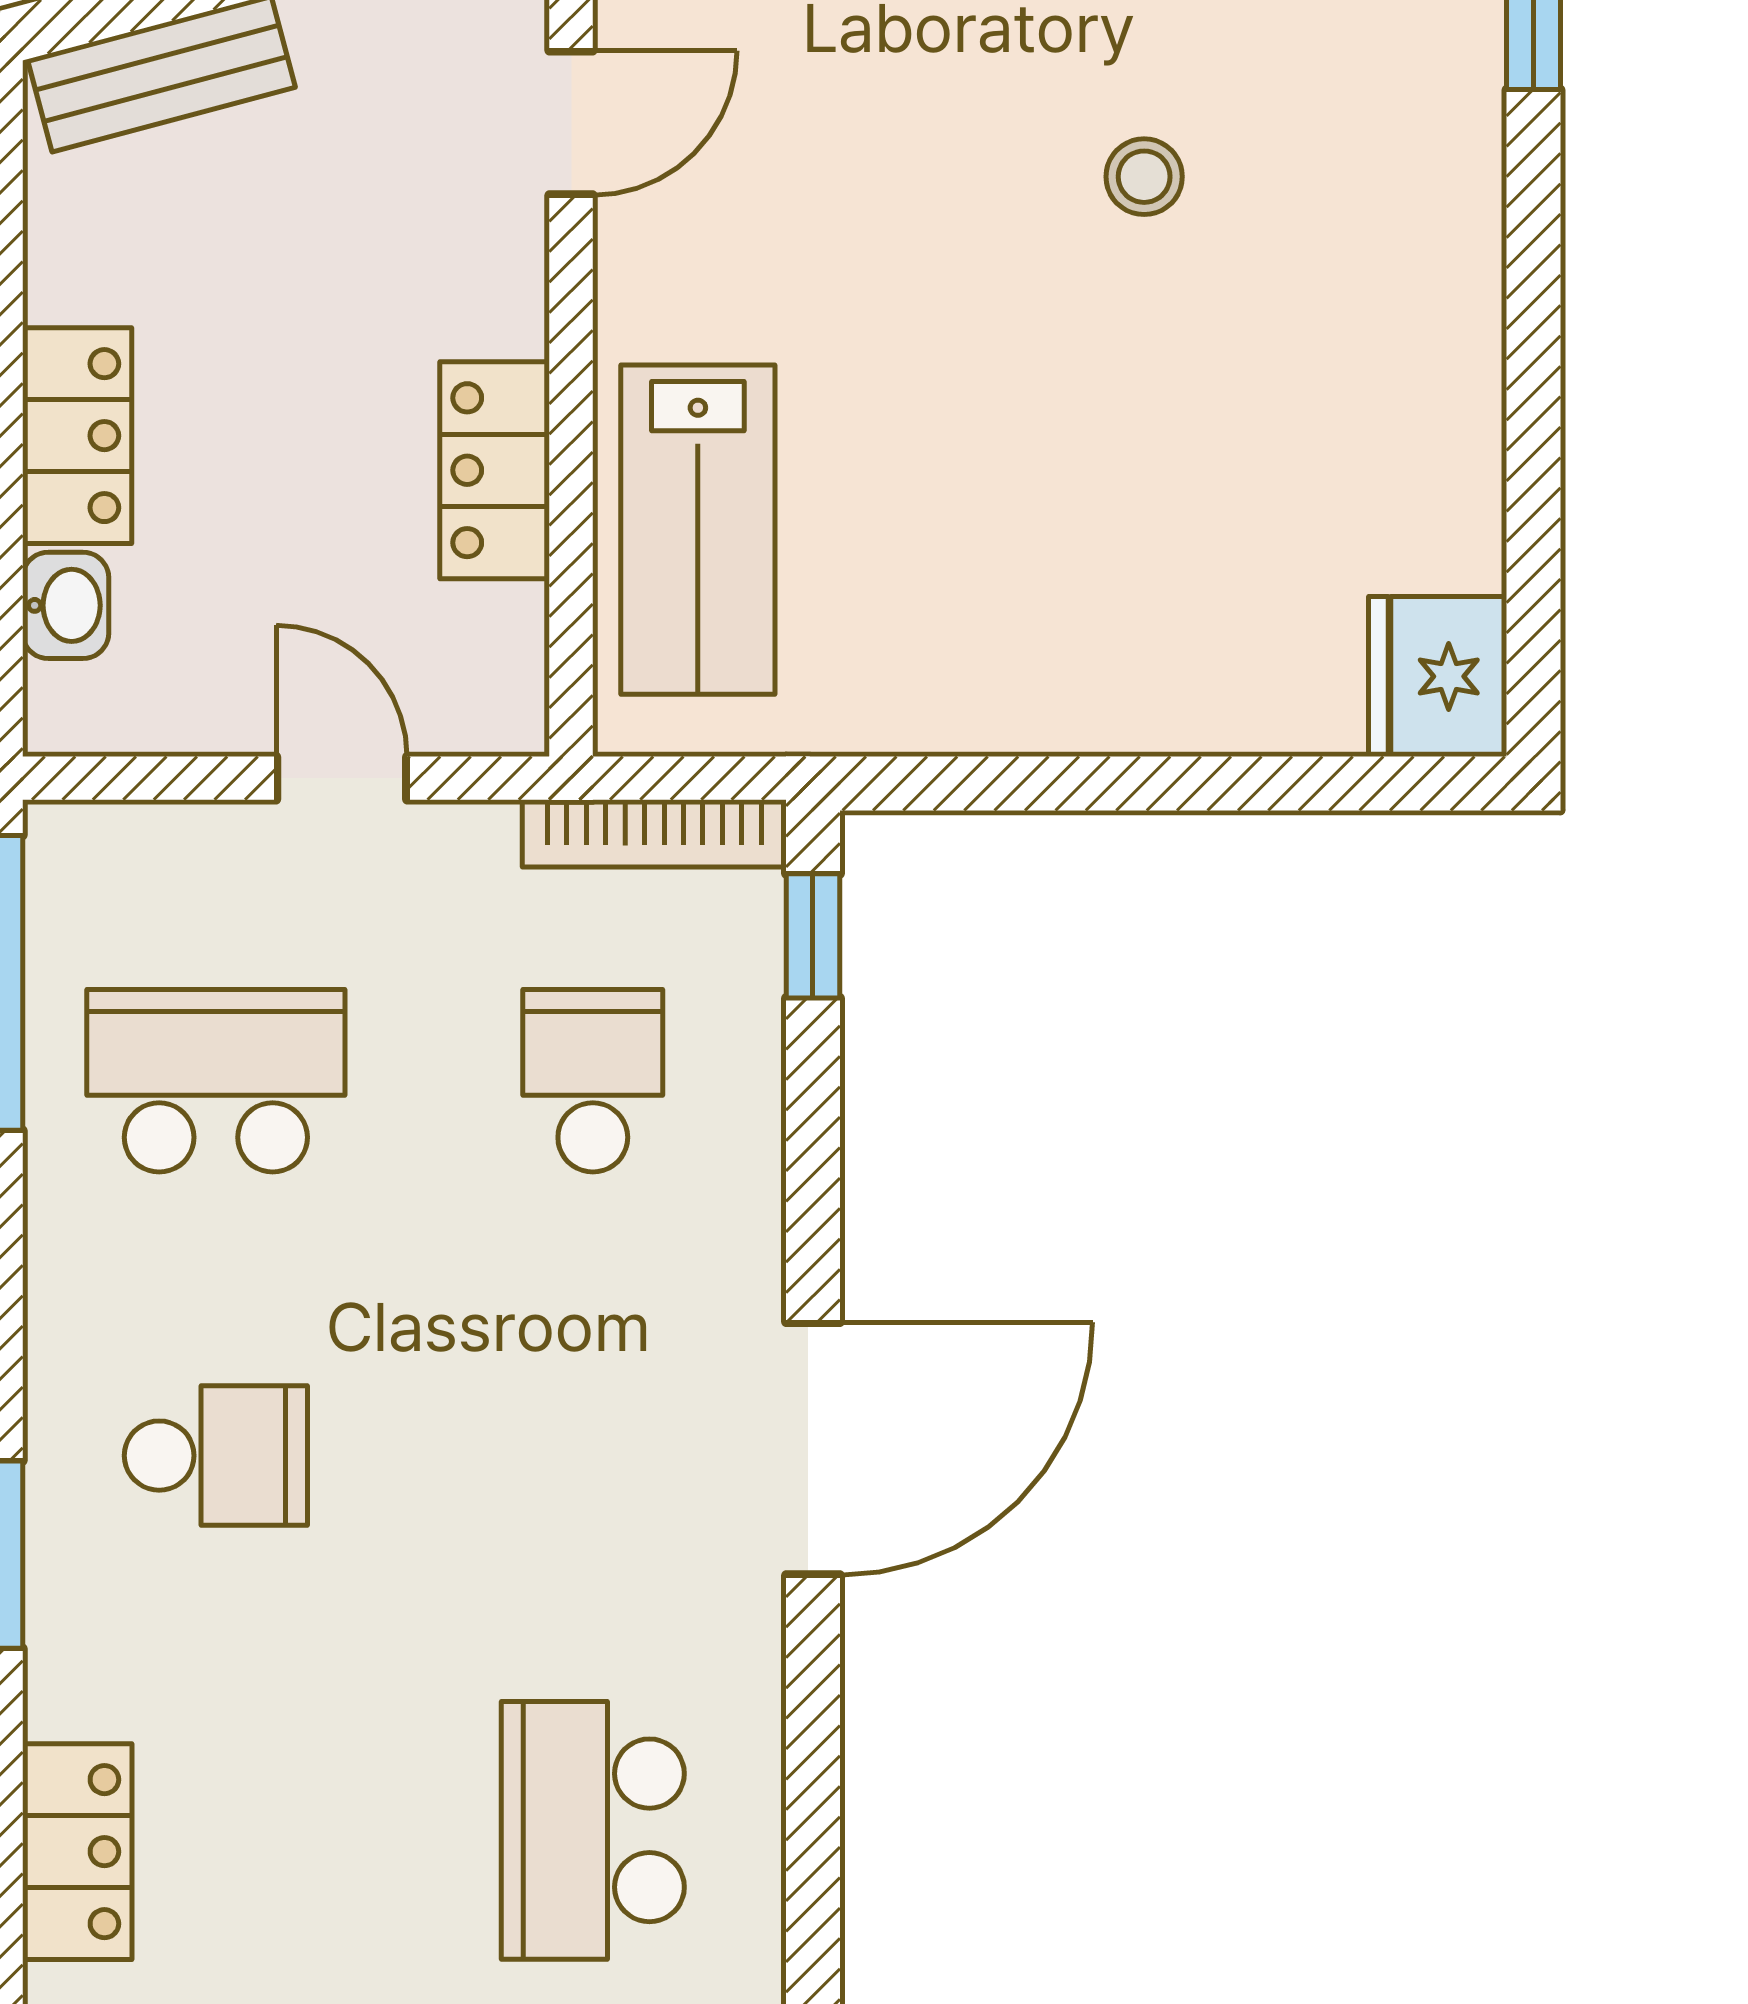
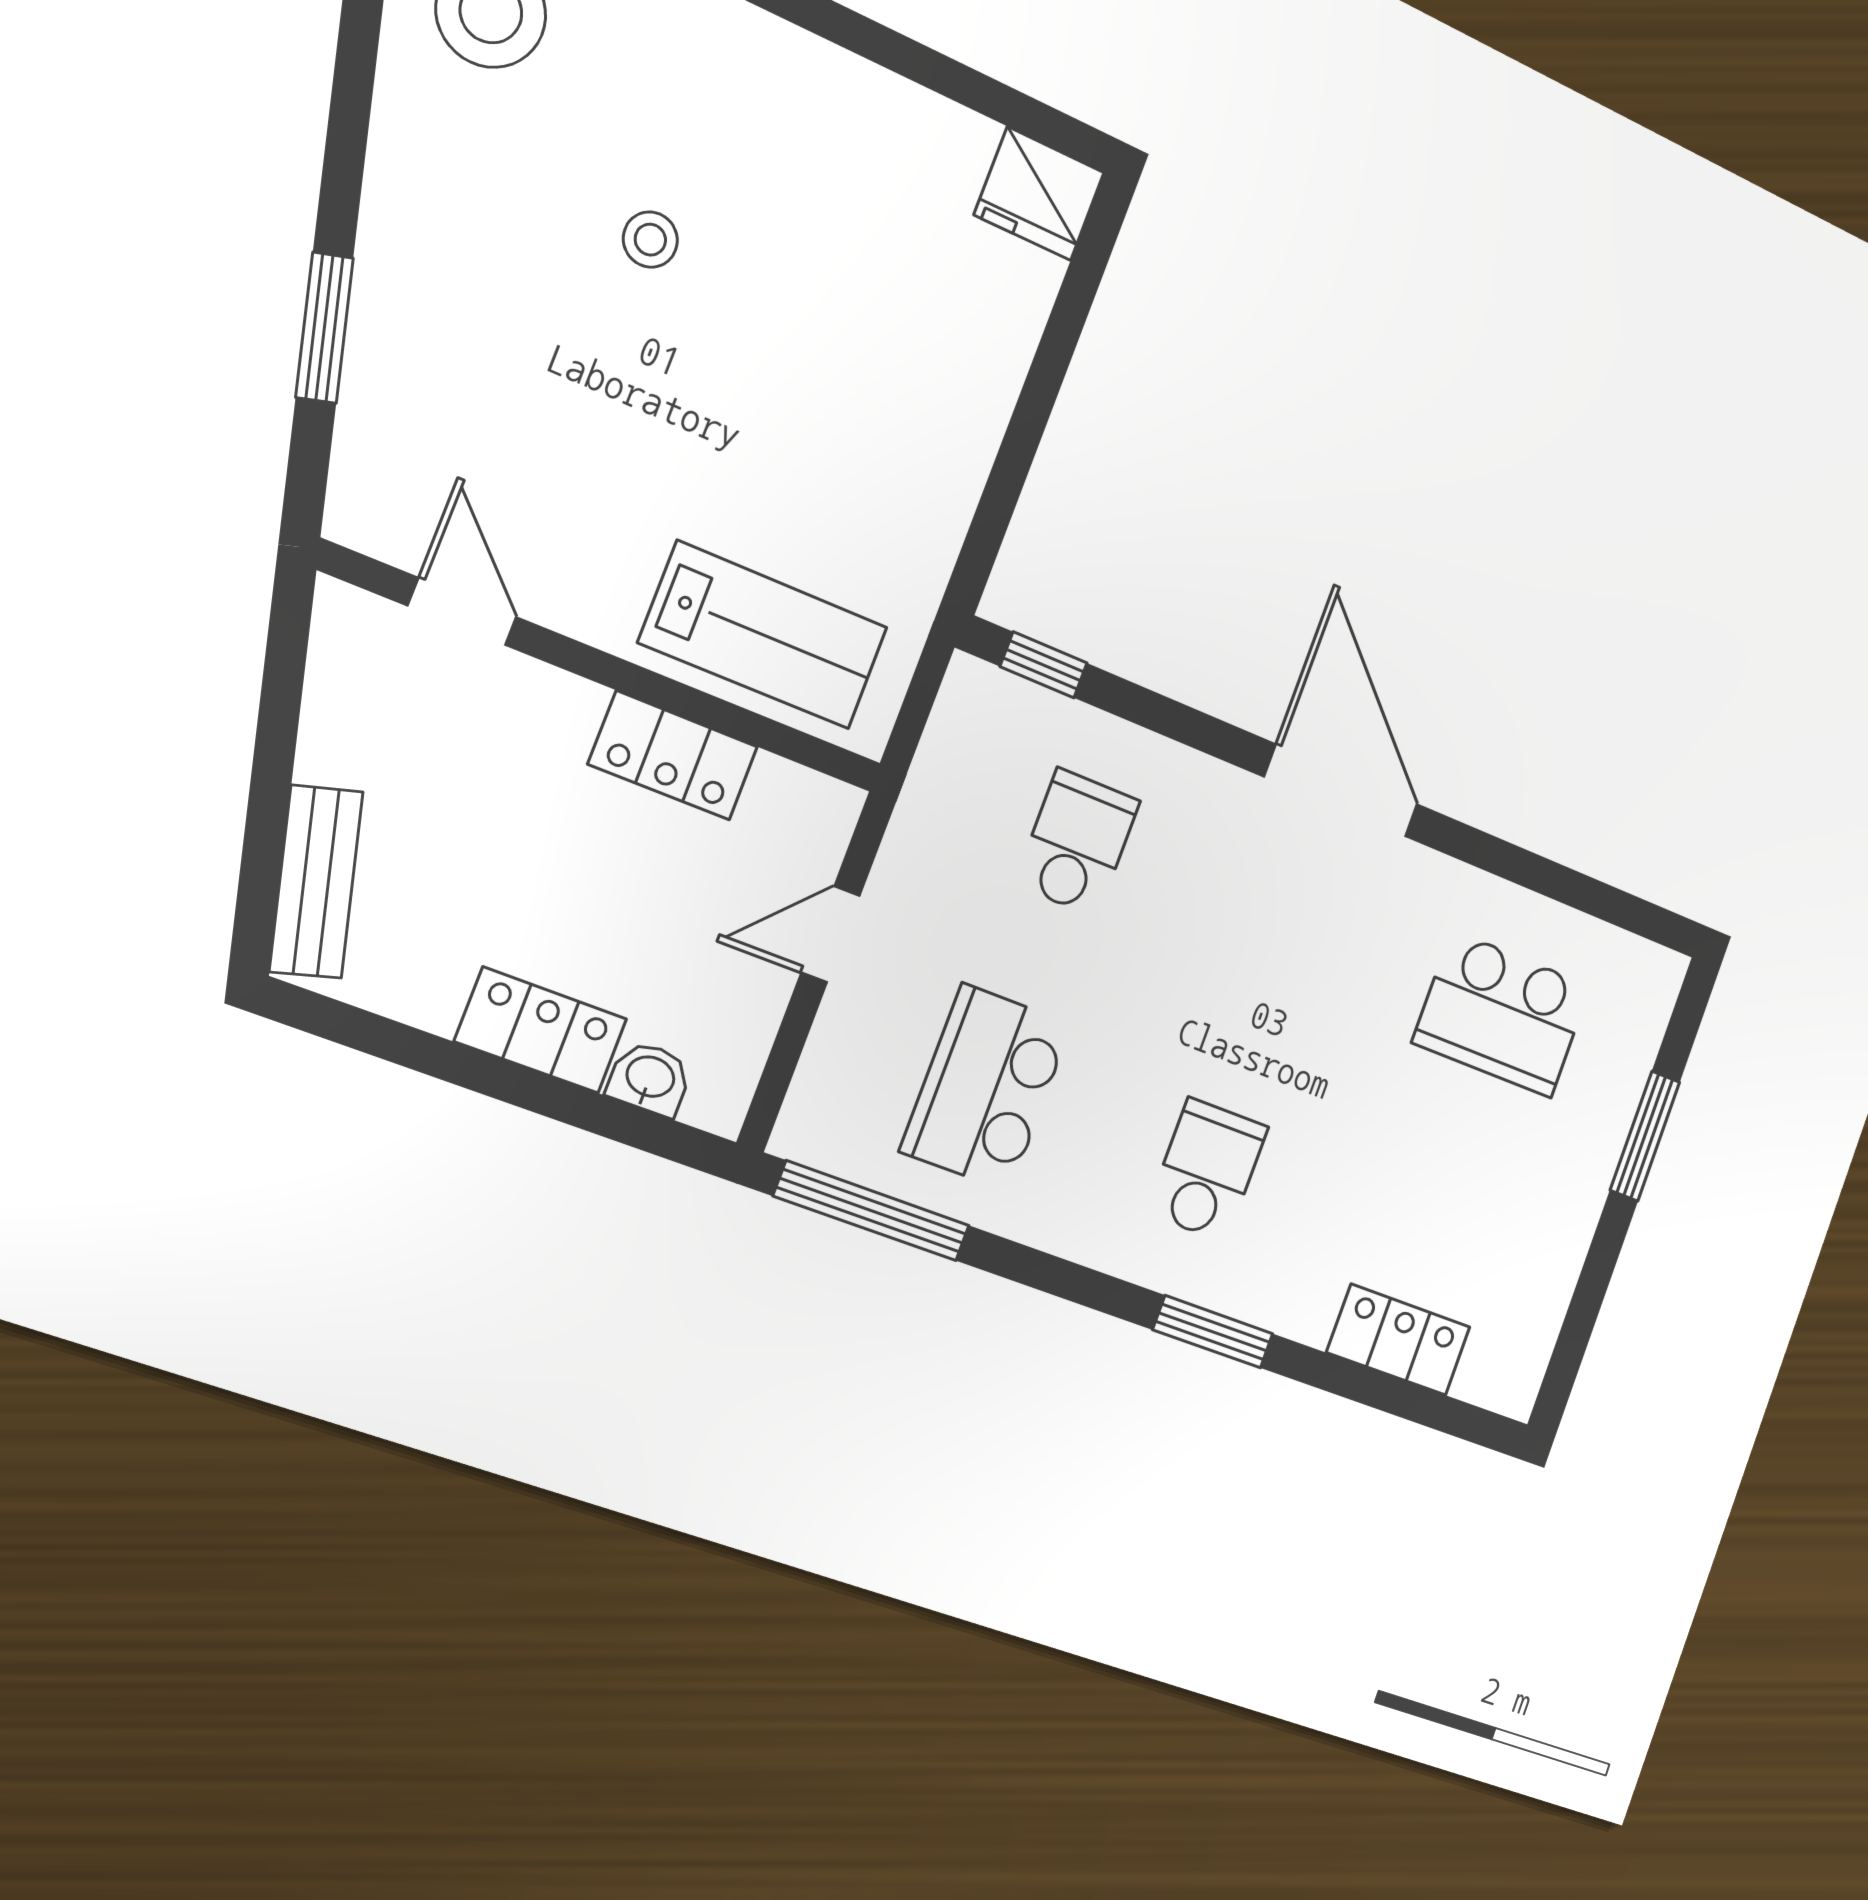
bookcase: (654, 833) -> (943, 742), removed
school desk: (593, 1081) -> (1077, 843), turned 90

